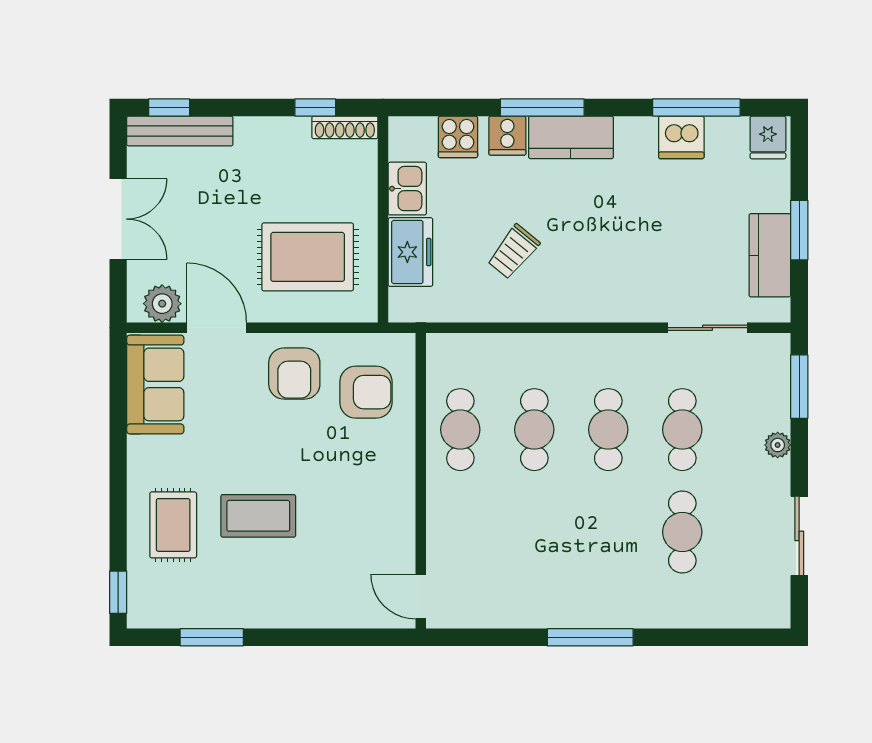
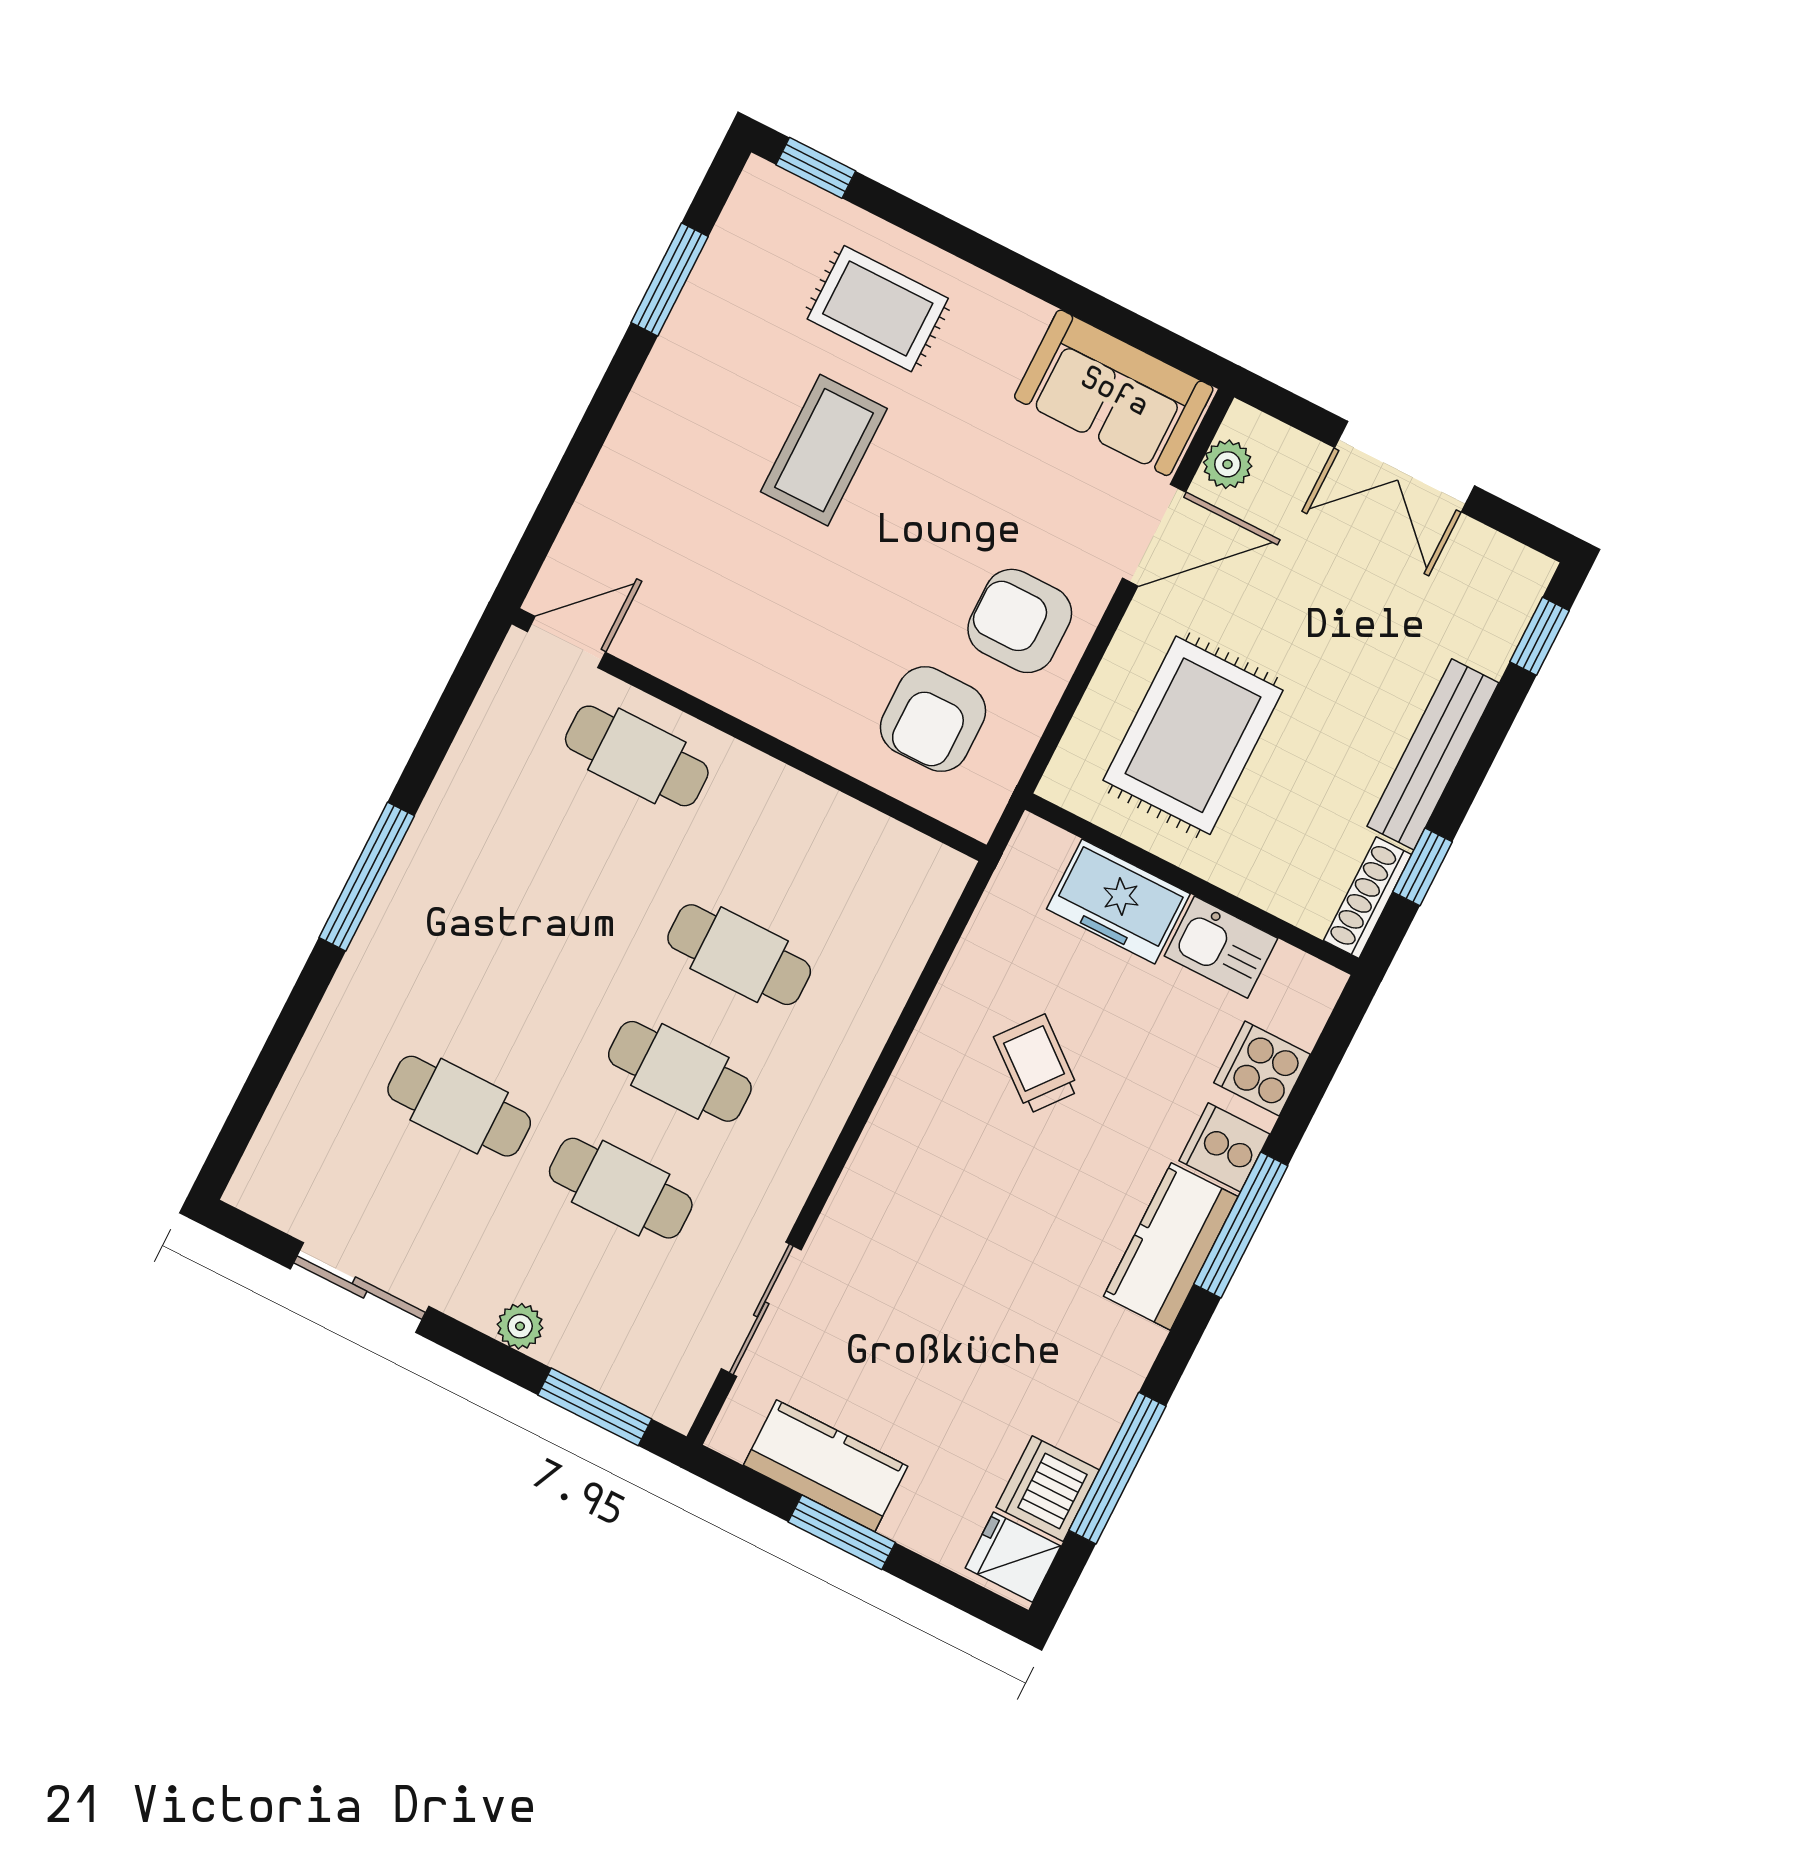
bench: (180, 131) -> (1433, 754), moved
dishwasher: (681, 137) -> (1048, 1489), moved
plant: (162, 304) -> (1228, 464), width x0.73, depth x0.73
cafe table: (460, 430) -> (637, 756), moved

